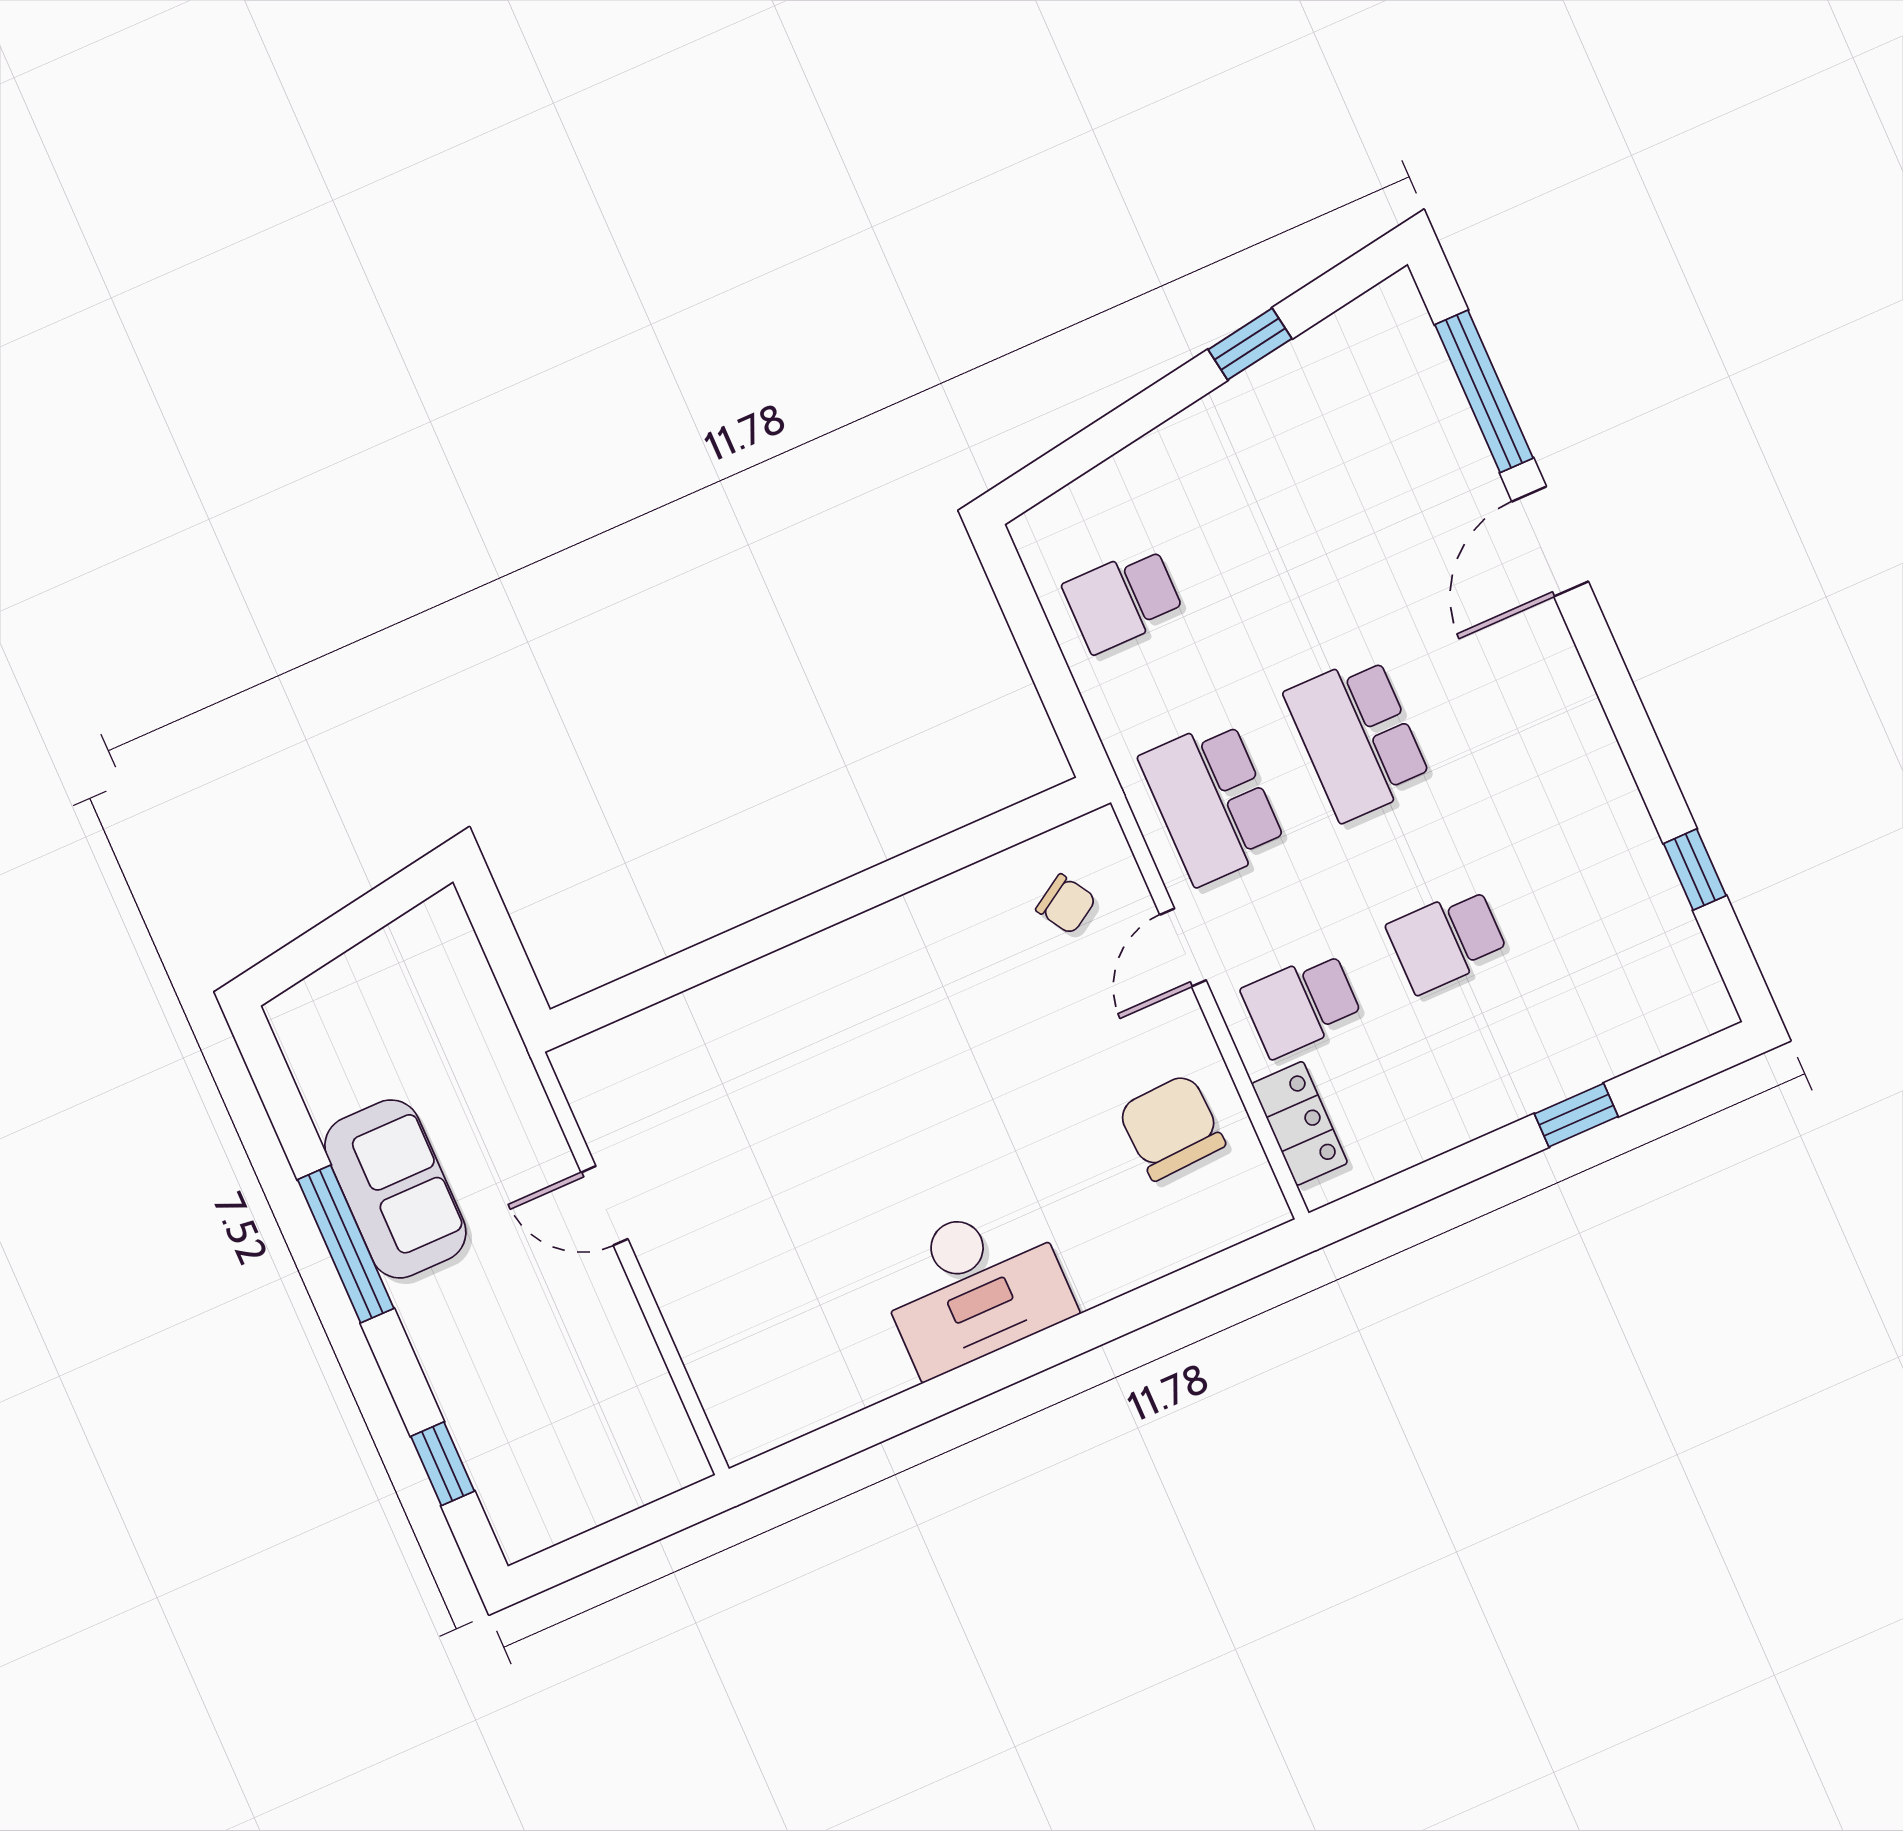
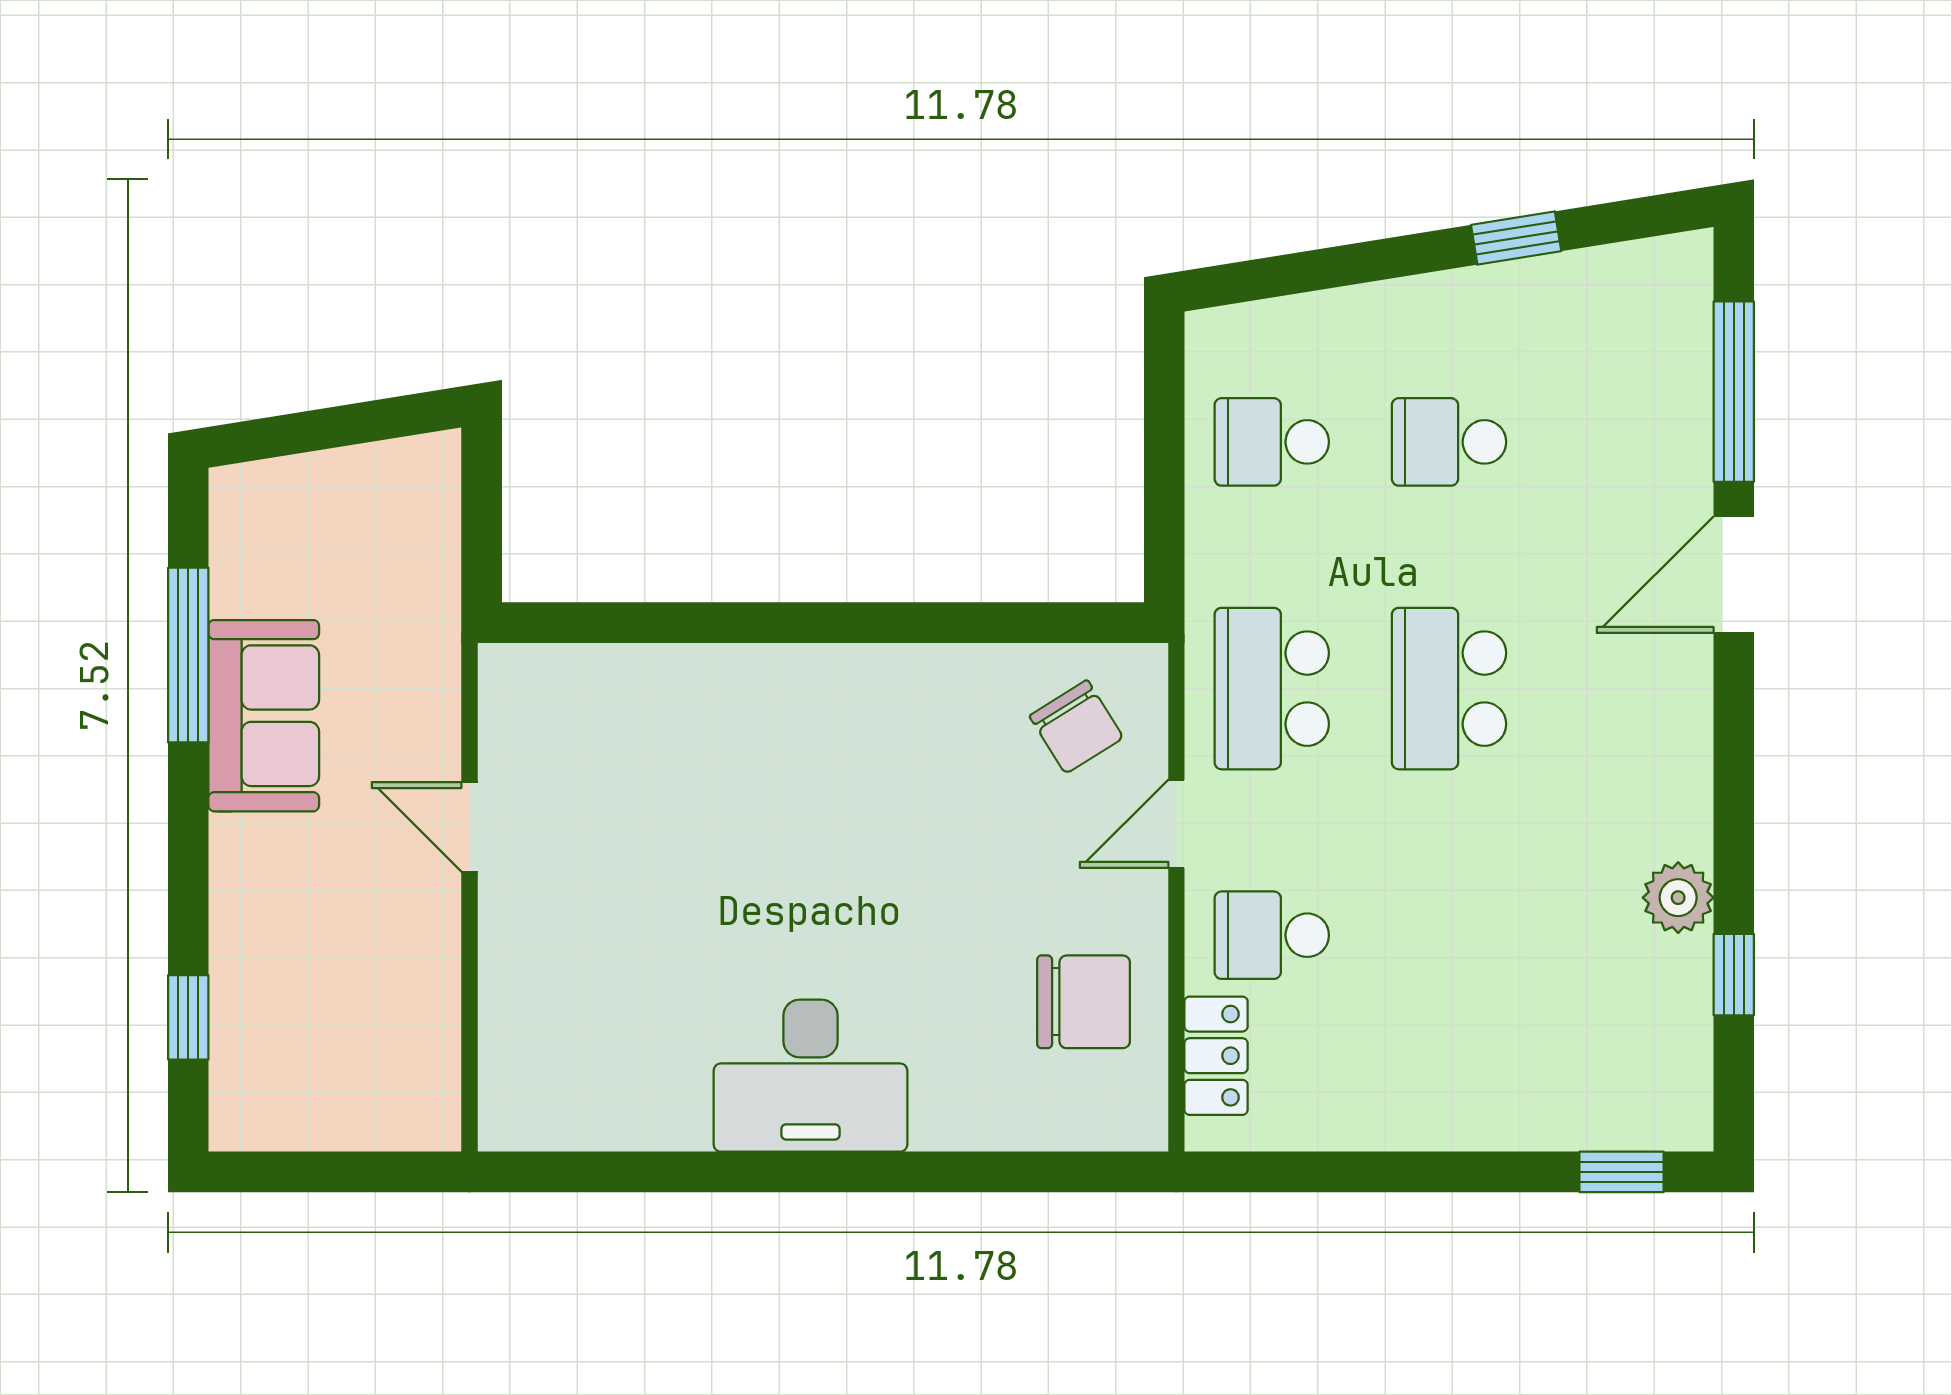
plant: (1621, 827) -> (1678, 898), added
chair: (1066, 904) -> (1076, 727), width x1.37, depth x1.37
school desk: (1447, 940) -> (1449, 442), moved
window: (1576, 1115) -> (1622, 1172), moved
chair: (1171, 1127) -> (1084, 1002), turned 93
window: (346, 1244) -> (188, 655), moved

